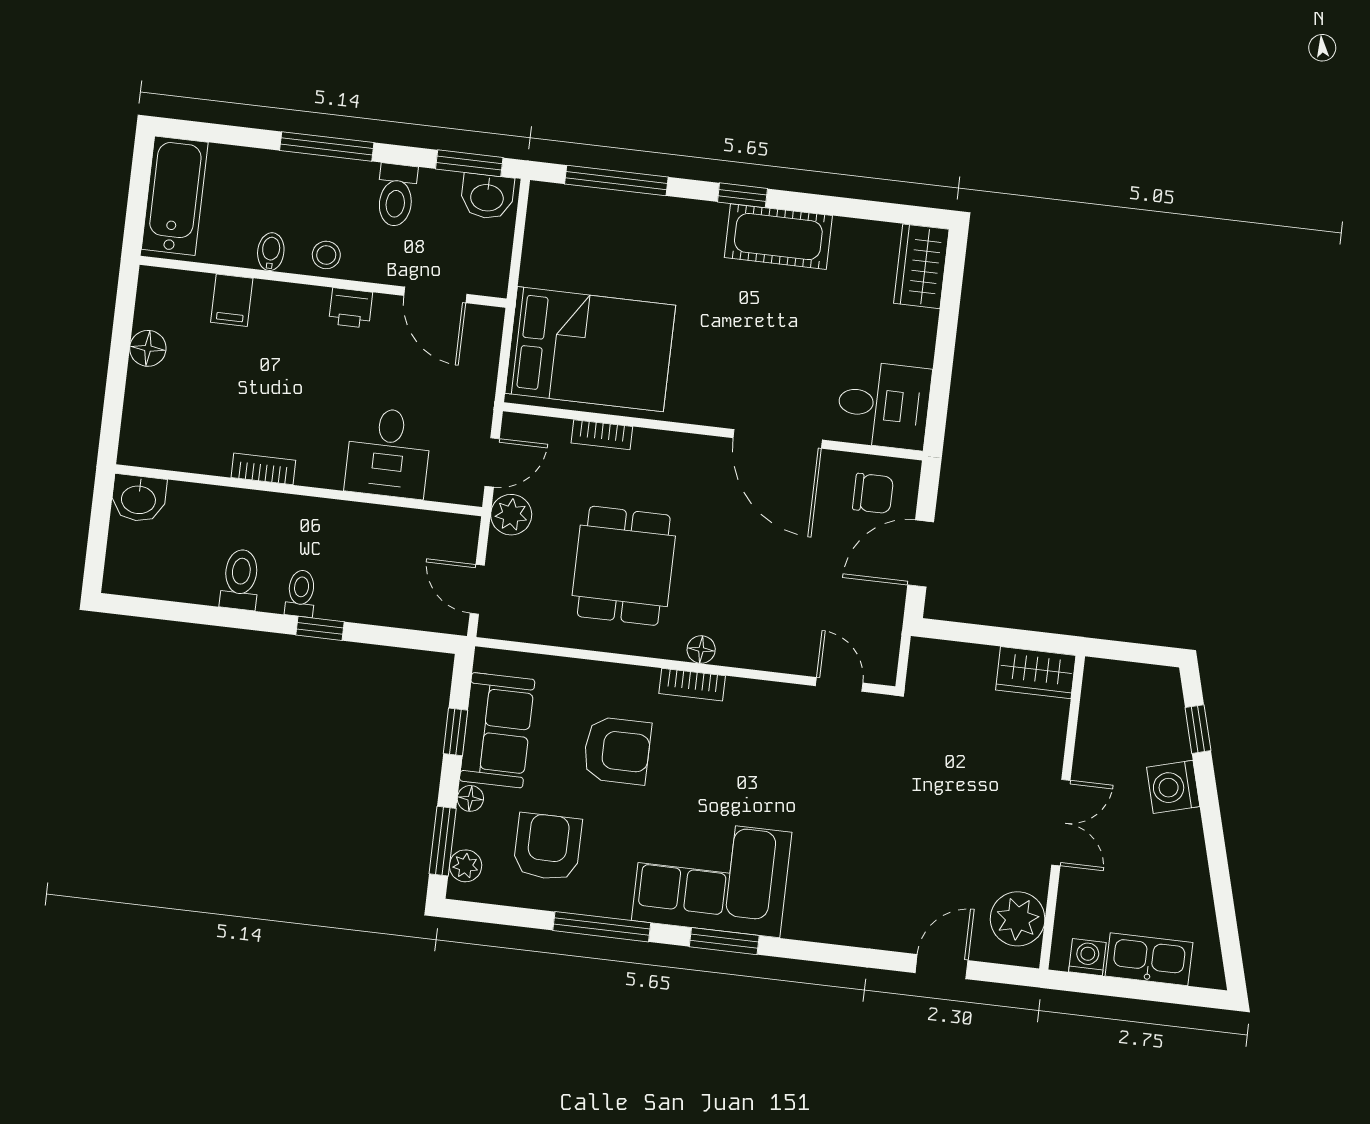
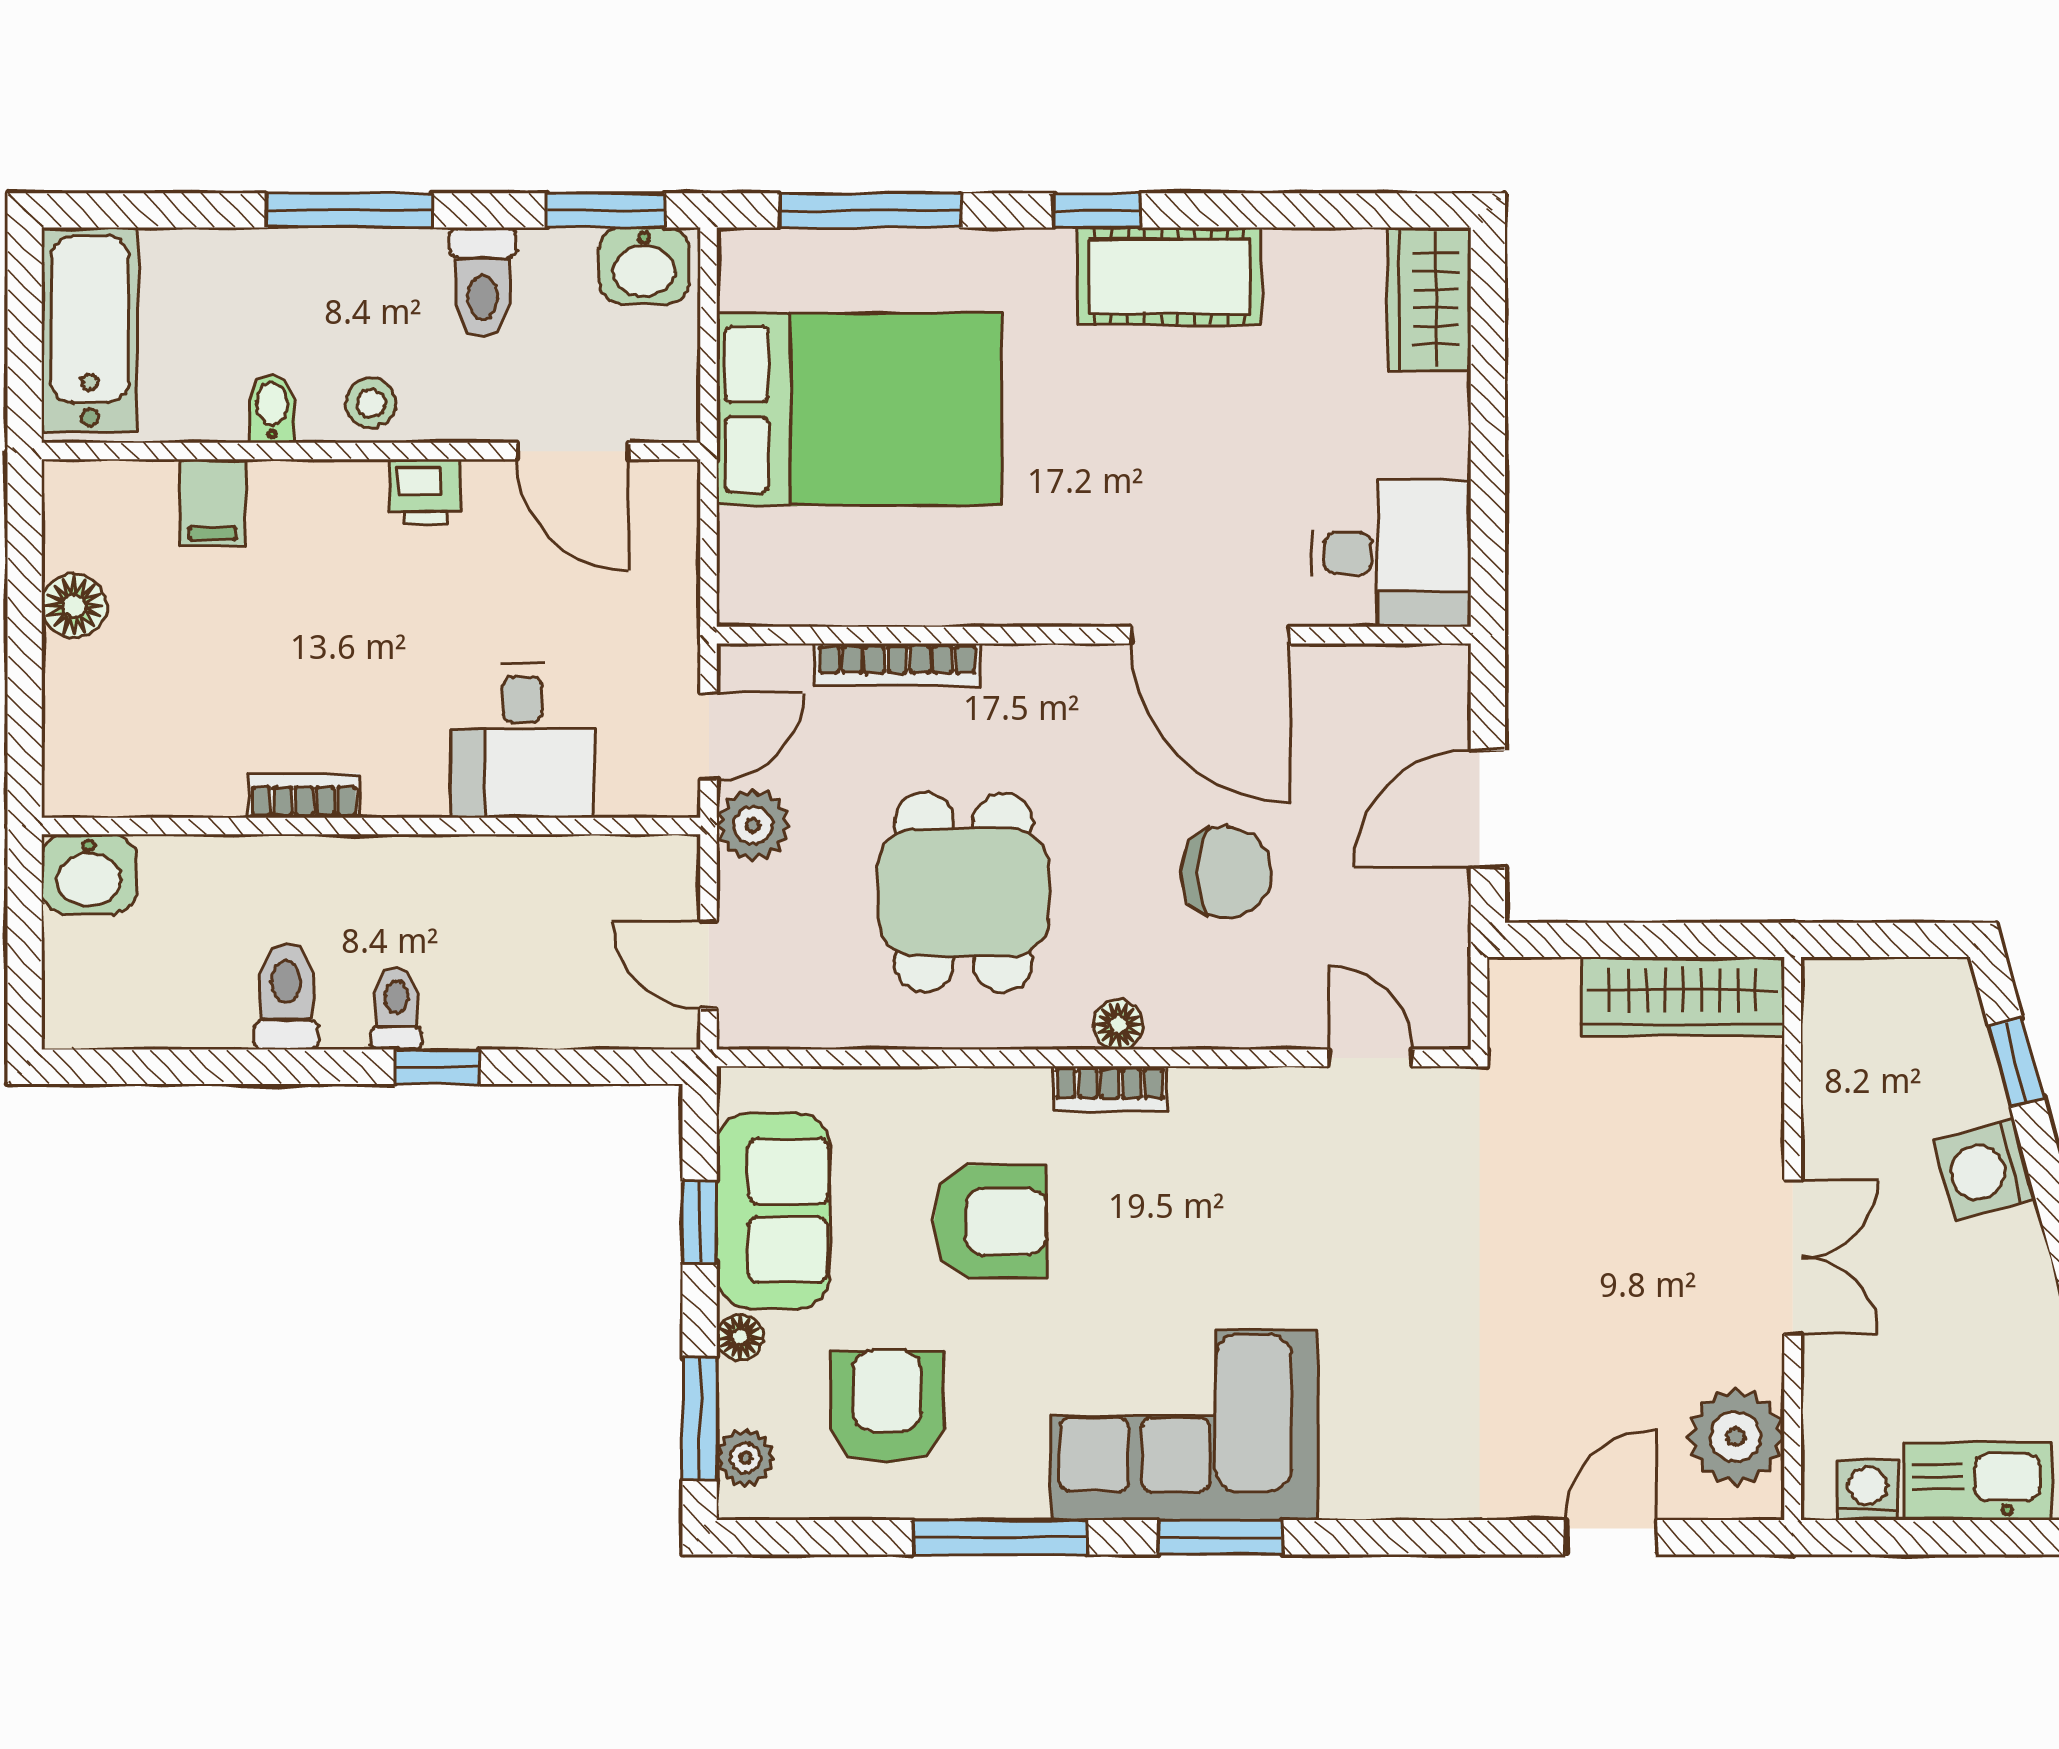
bed: (590, 349) -> (859, 409), moved
bookcase: (602, 435) -> (897, 664), width x1.56
chair: (873, 493) -> (1226, 872), moved, width x1.37, depth x1.37
wardrobe: (1036, 673) -> (1683, 996), width x1.50

